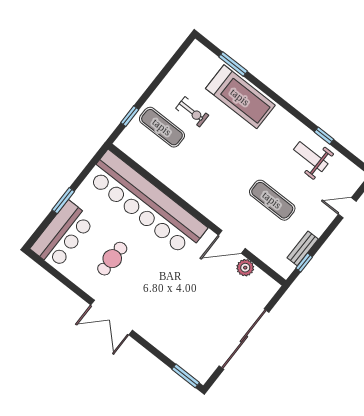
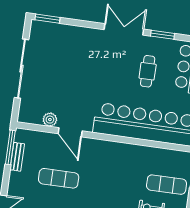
door: (232, 242) -> (70, 132), swing flipped
window: (304, 263) -> (10, 147), width x2.17
window: (74, 288) -> (162, 35), added

